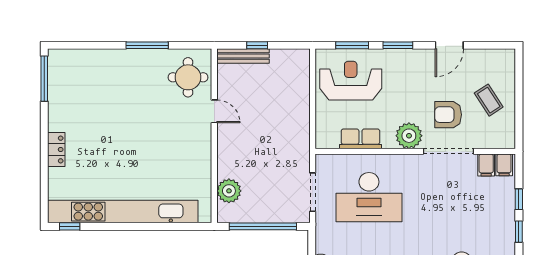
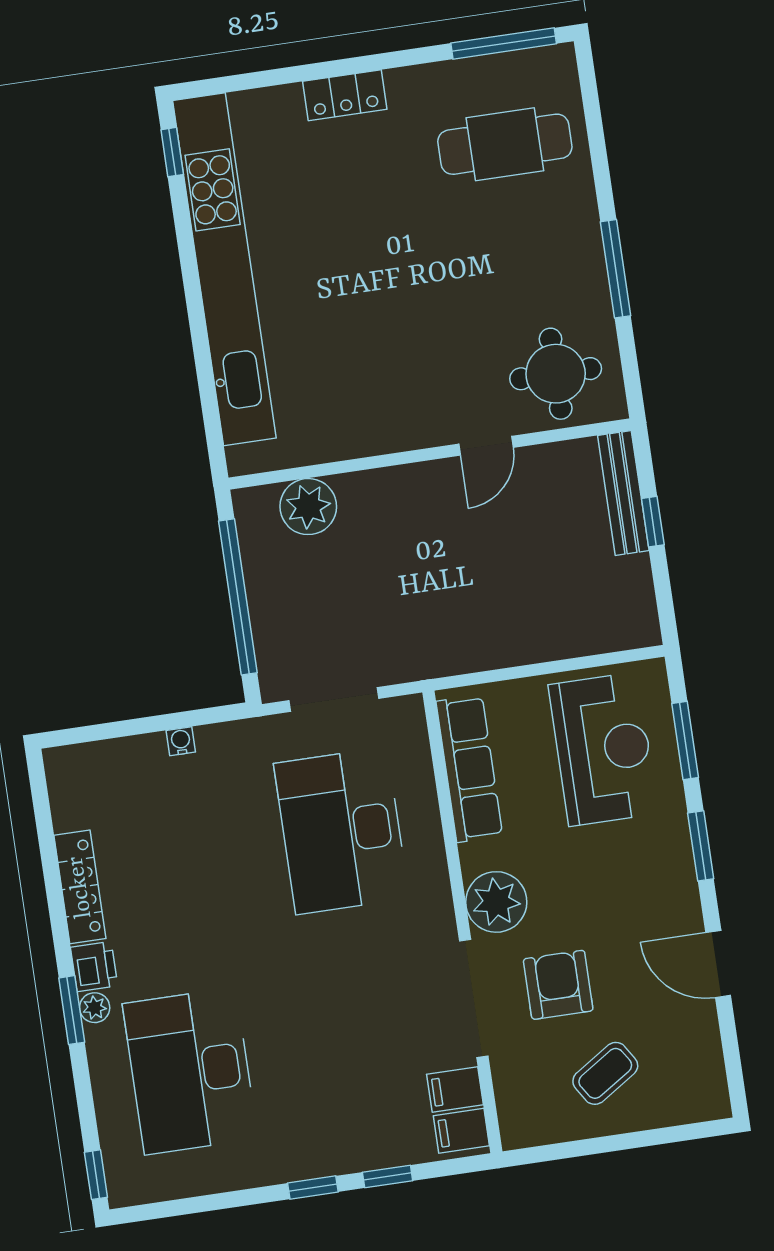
cafe table: (87, 84) -> (505, 144), added
row of seats: (360, 139) -> (469, 769), width x1.48

